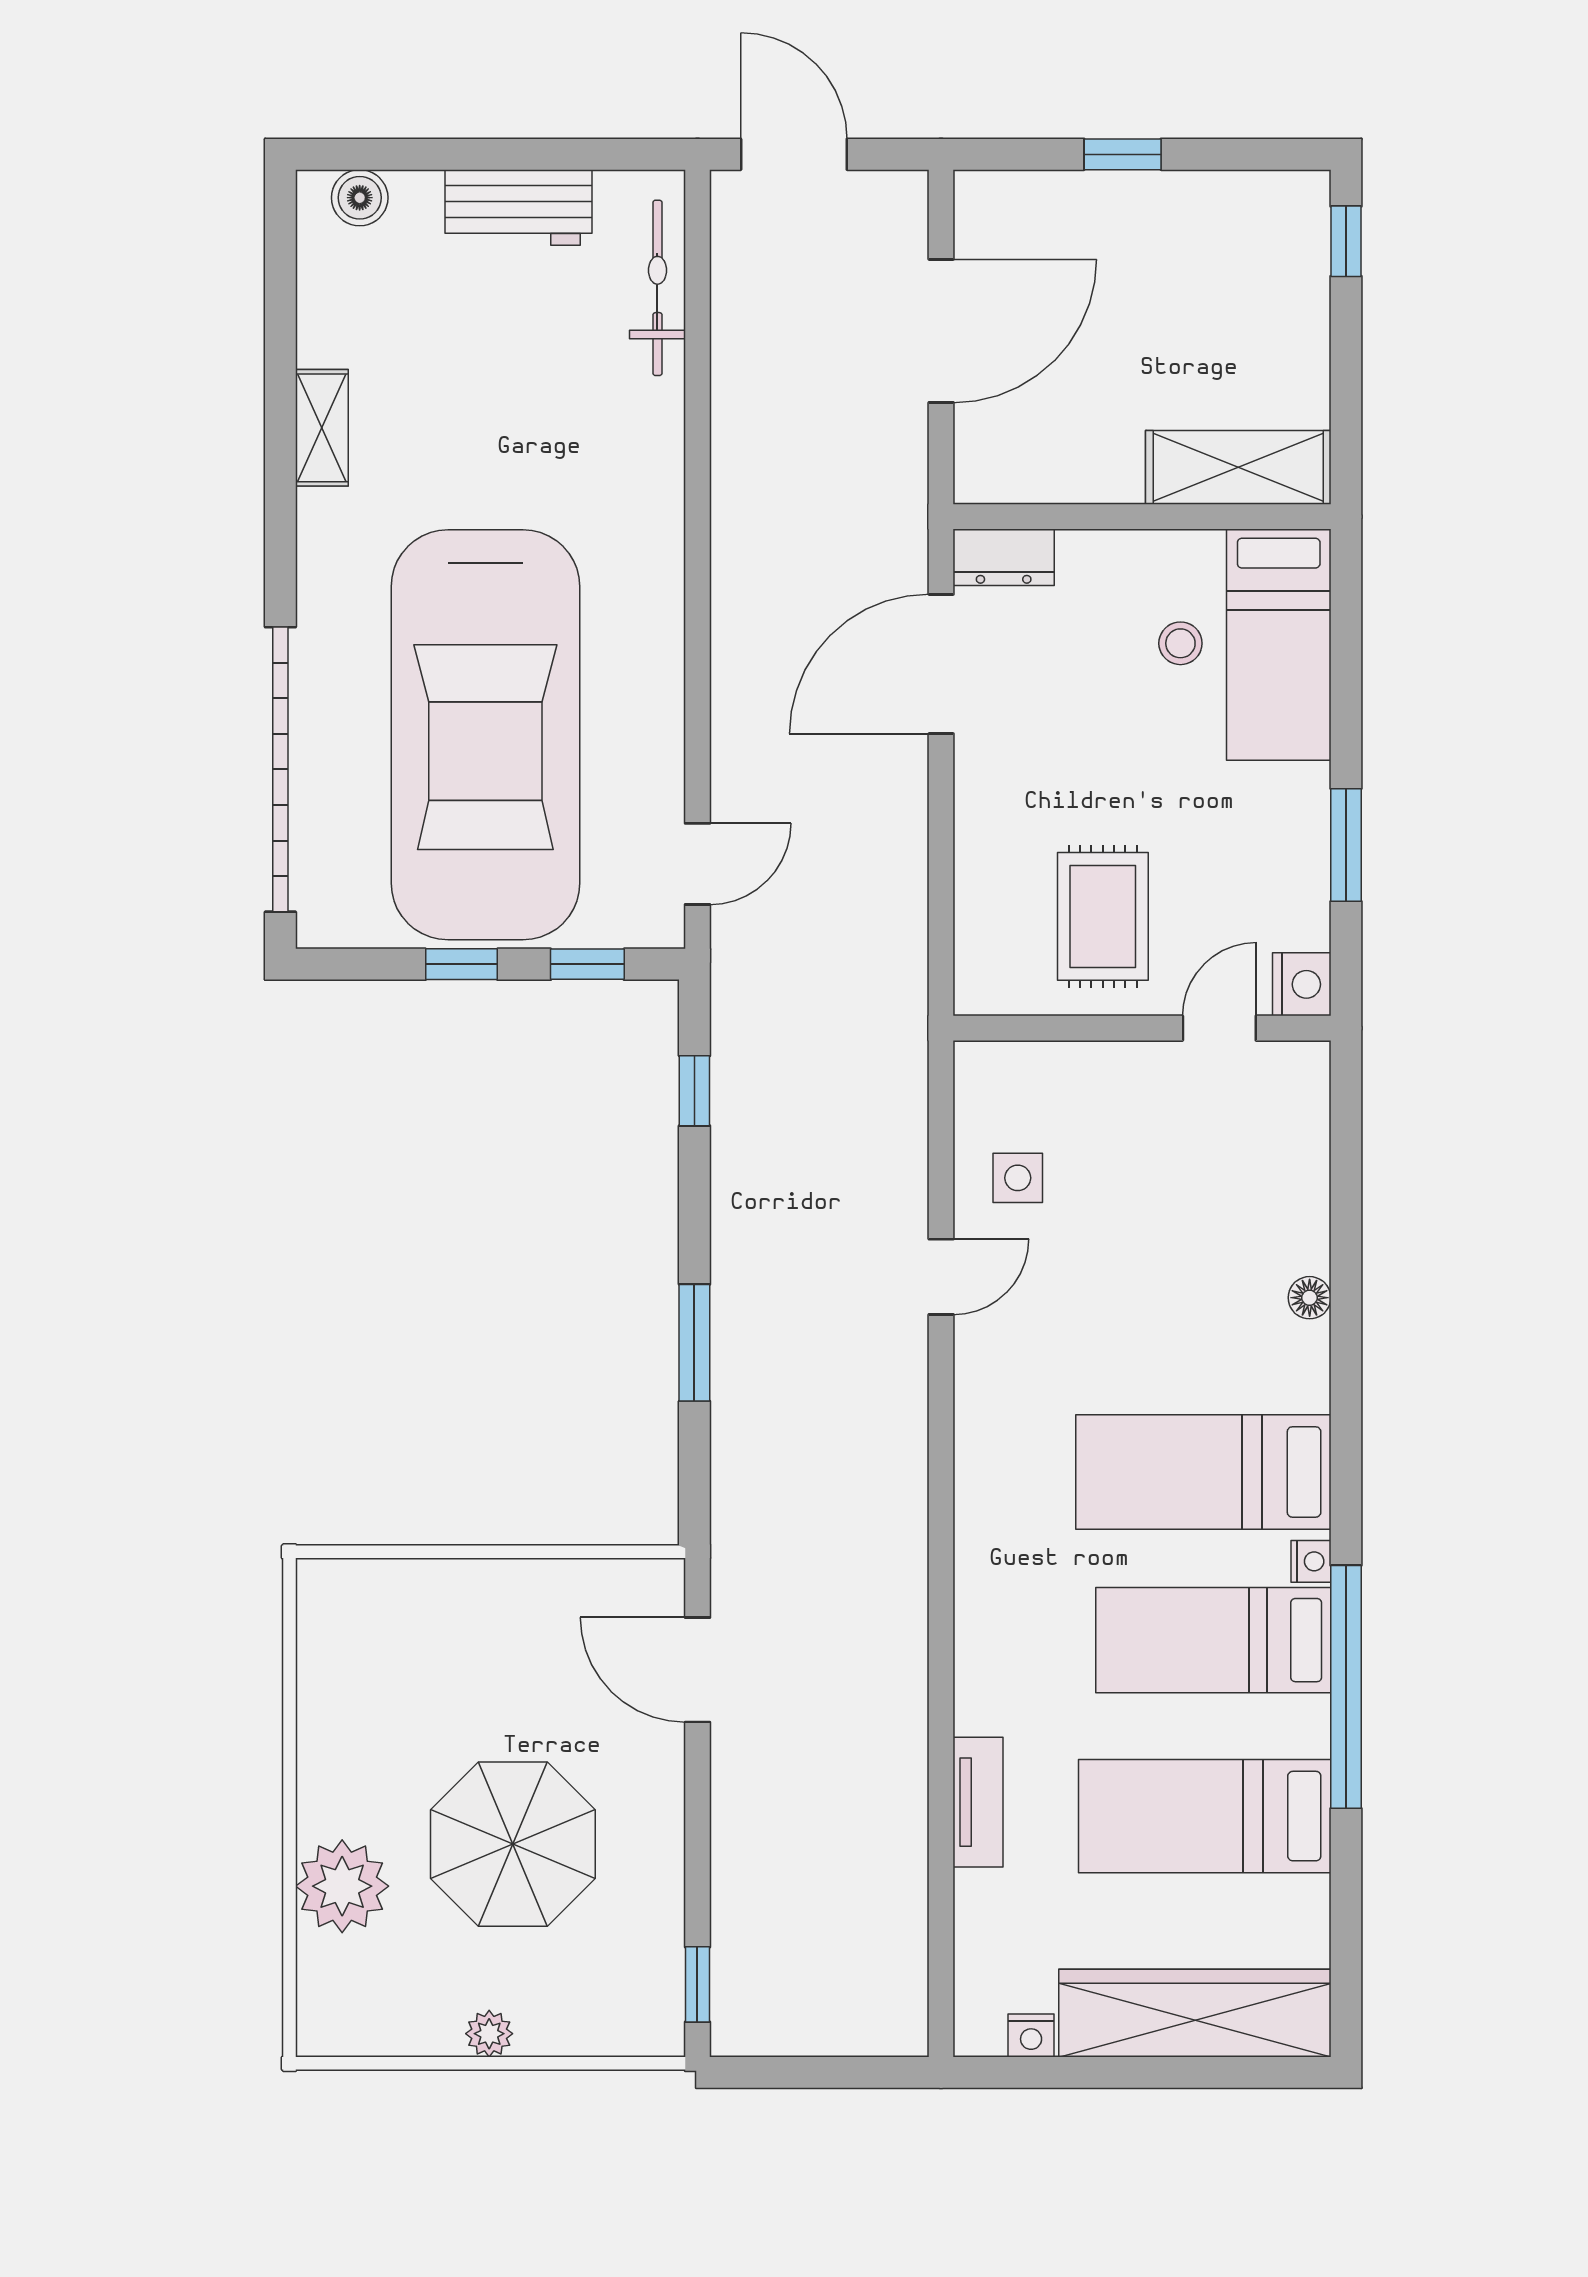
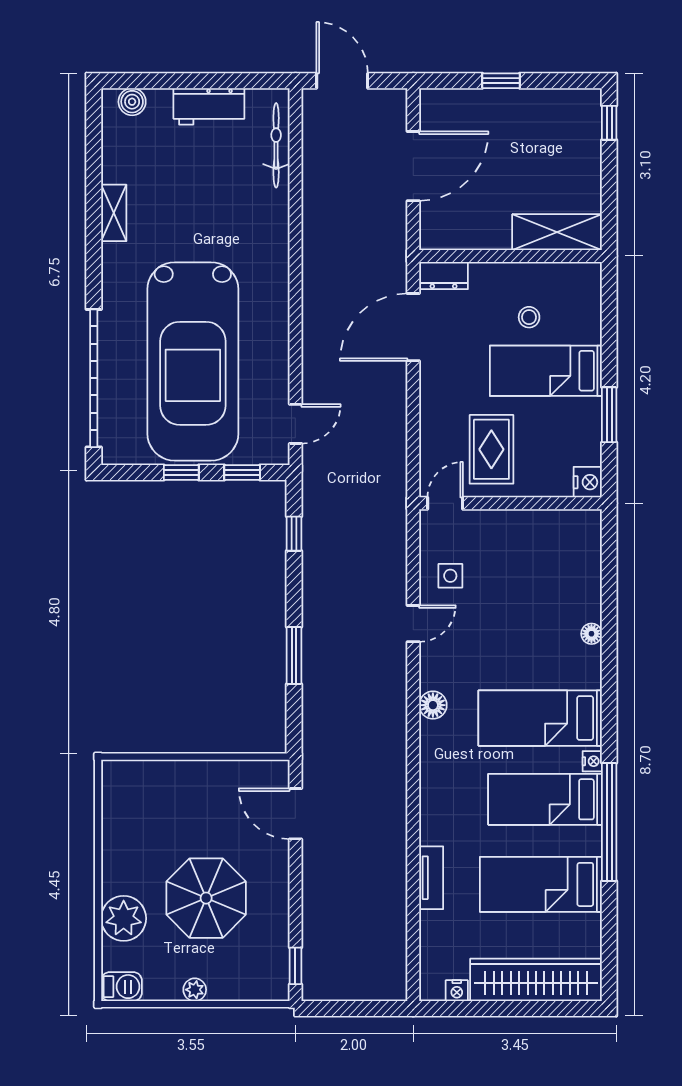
bed: (1279, 645) -> (546, 371), moved, turned 90
door: (1219, 1028) -> (445, 503), moved
floor lamp: (982, 1445) -> (433, 705), added
barbecue: (338, 2027) -> (121, 987), added

